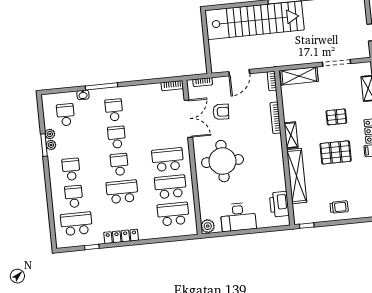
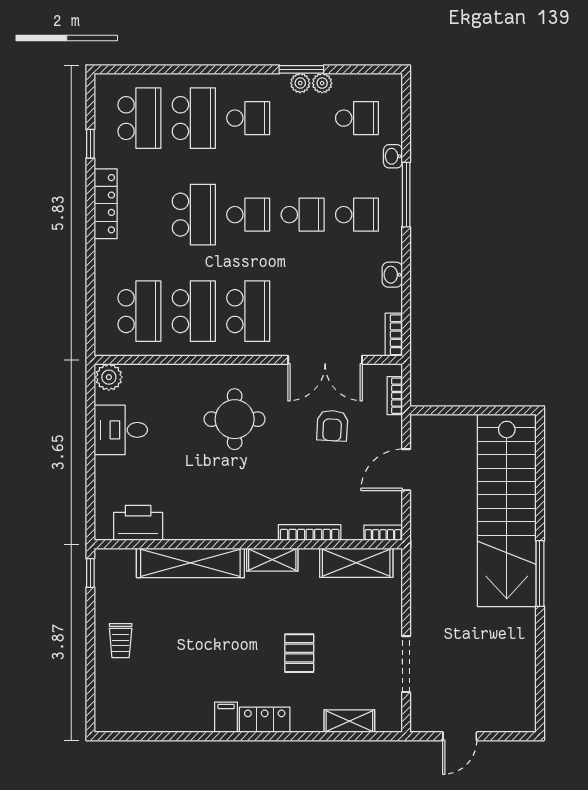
door: (239, 73) -> (406, 470), hinge flipped
shelving: (299, 76) -> (356, 563), moved, turned 90
washbasin: (142, 89) -> (392, 275), added
pallet: (336, 152) -> (229, 644), removed
round table: (222, 161) -> (235, 419), width x0.73, depth x0.73
school desk: (74, 197) -> (194, 118), width x1.85
desk: (238, 217) -> (121, 430), width x0.73

